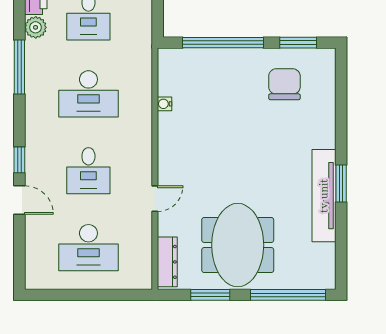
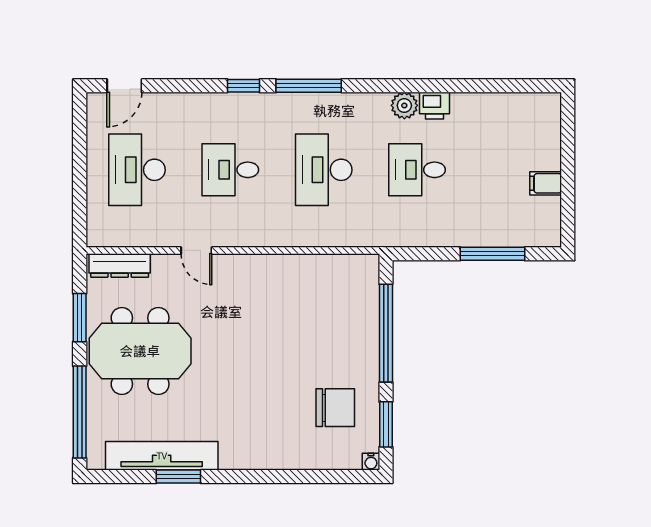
window: (19, 67) -> (309, 86), moved
water cooler: (164, 104) -> (371, 462), moved, turned 180
window: (341, 184) -> (178, 477), moved
tv unit: (324, 196) -> (162, 456), moved
door: (19, 200) -> (124, 86), moved

